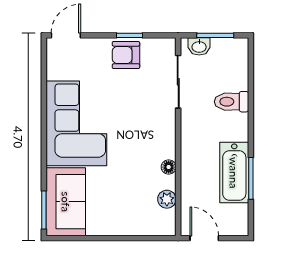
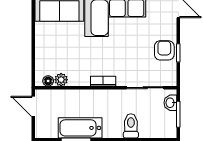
bookcase: (169, 140) -> (103, 81), added
floor lamp: (169, 167) -> (48, 81), moved
door: (204, 238) -> (33, 106), swing flipped

